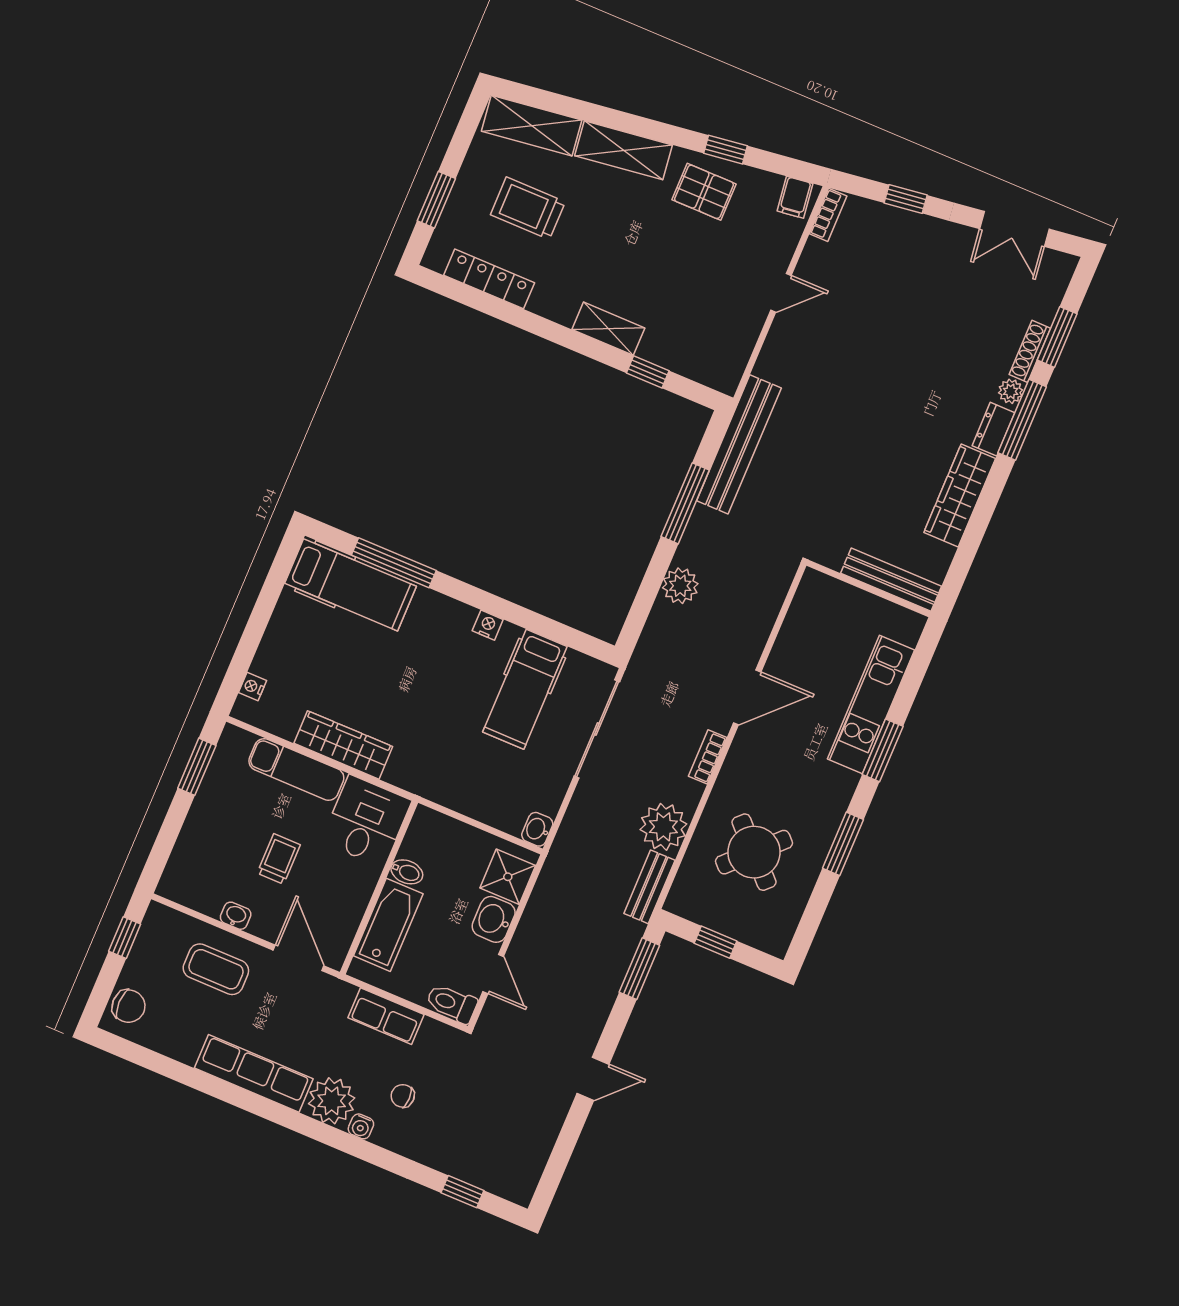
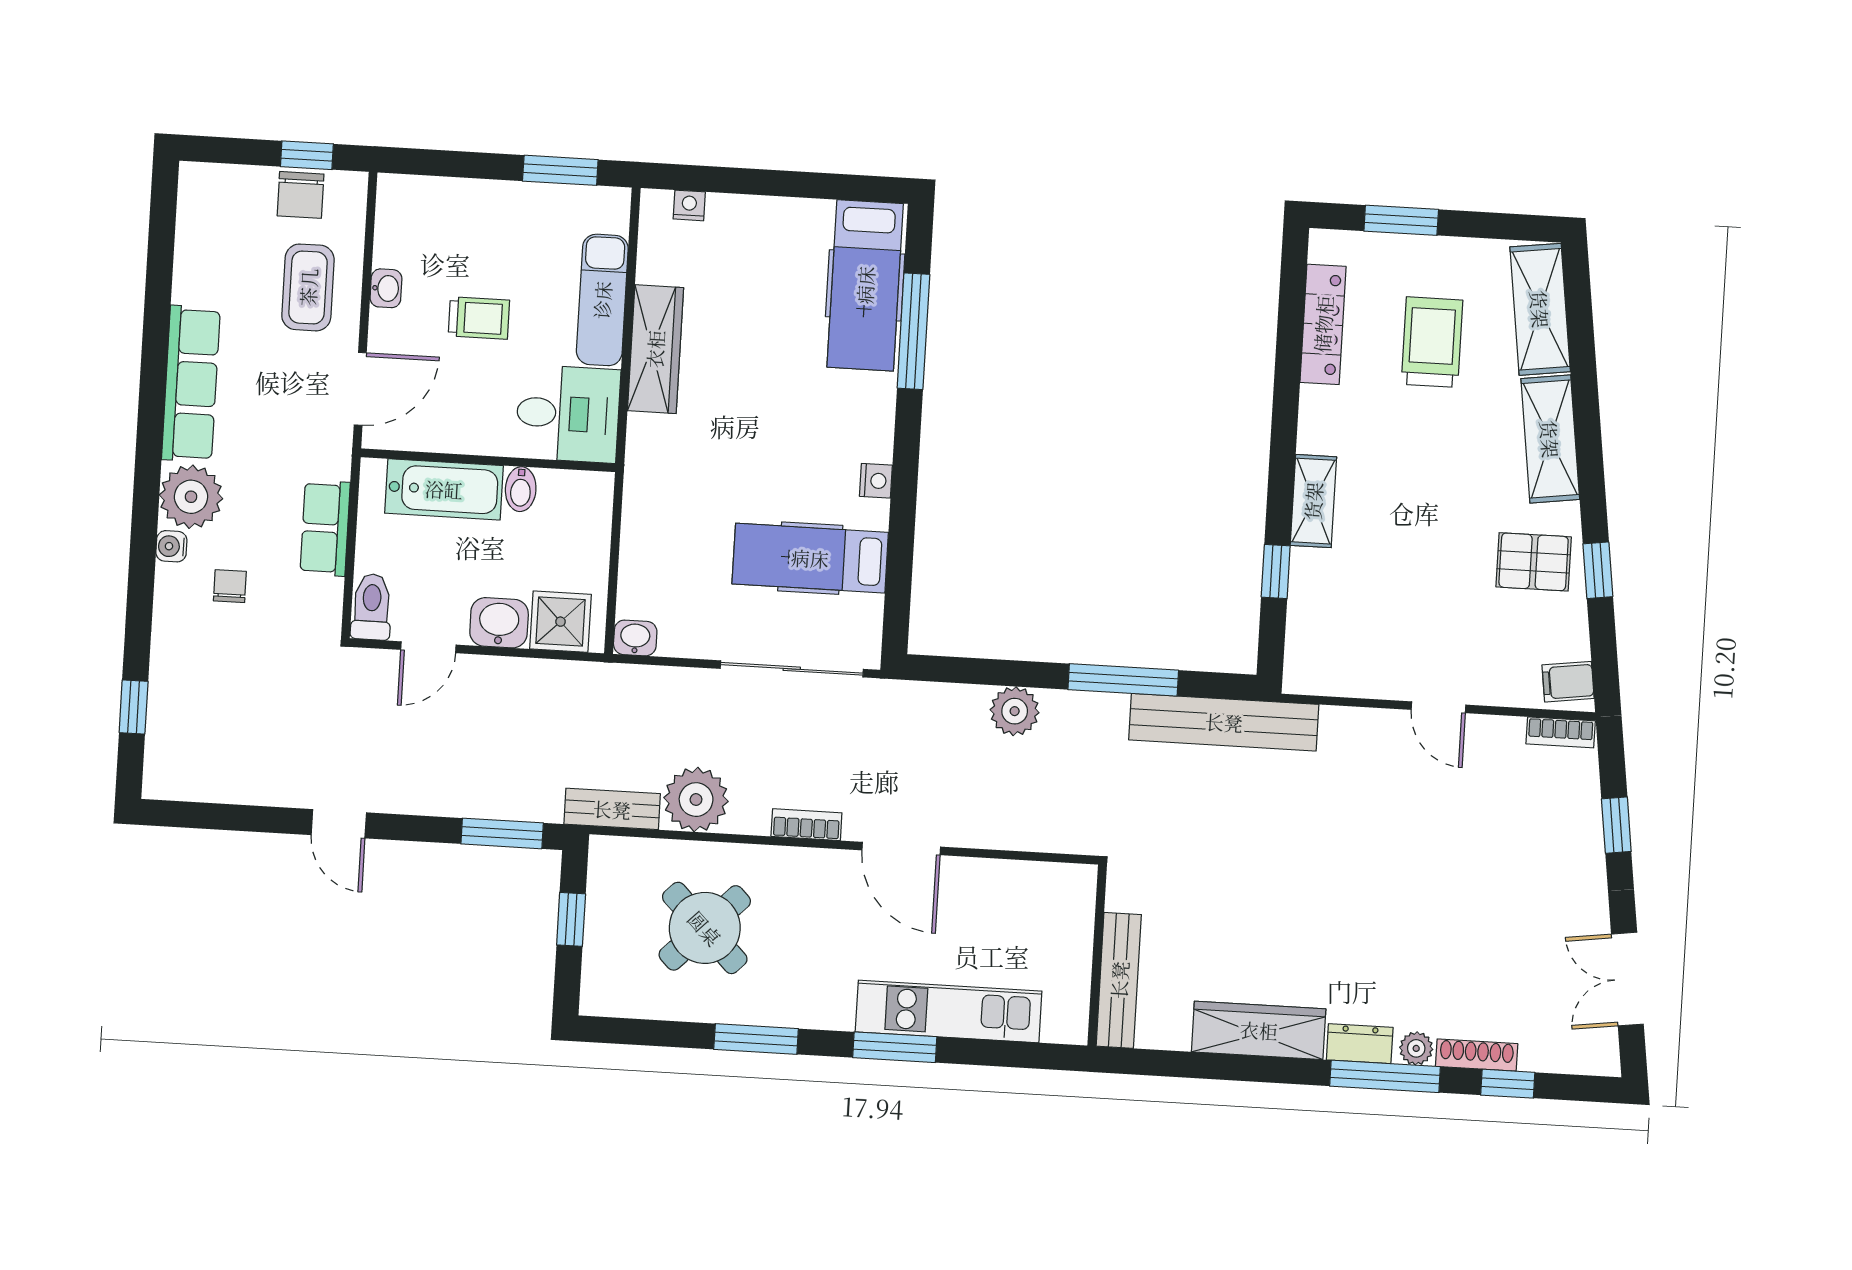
pallet: (704, 192) -> (1534, 562), turned 90
window: (1057, 337) -> (1508, 1084), width x0.67
chair: (129, 1006) -> (301, 195), moved

